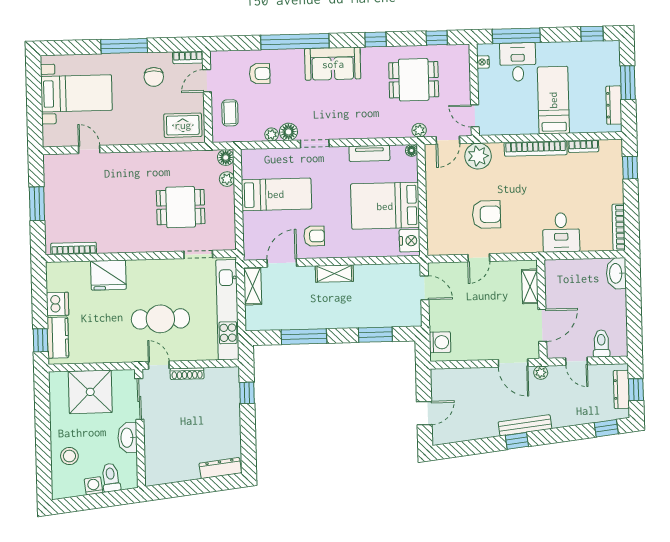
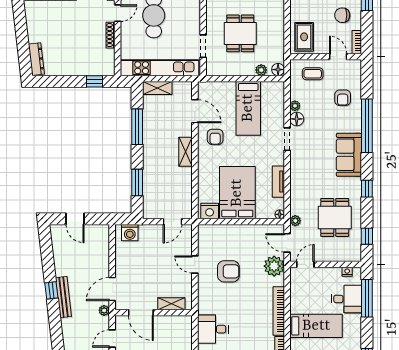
armchair: (486, 214) -> (228, 271), turned -90
shelving: (253, 286) -> (157, 88), moved

